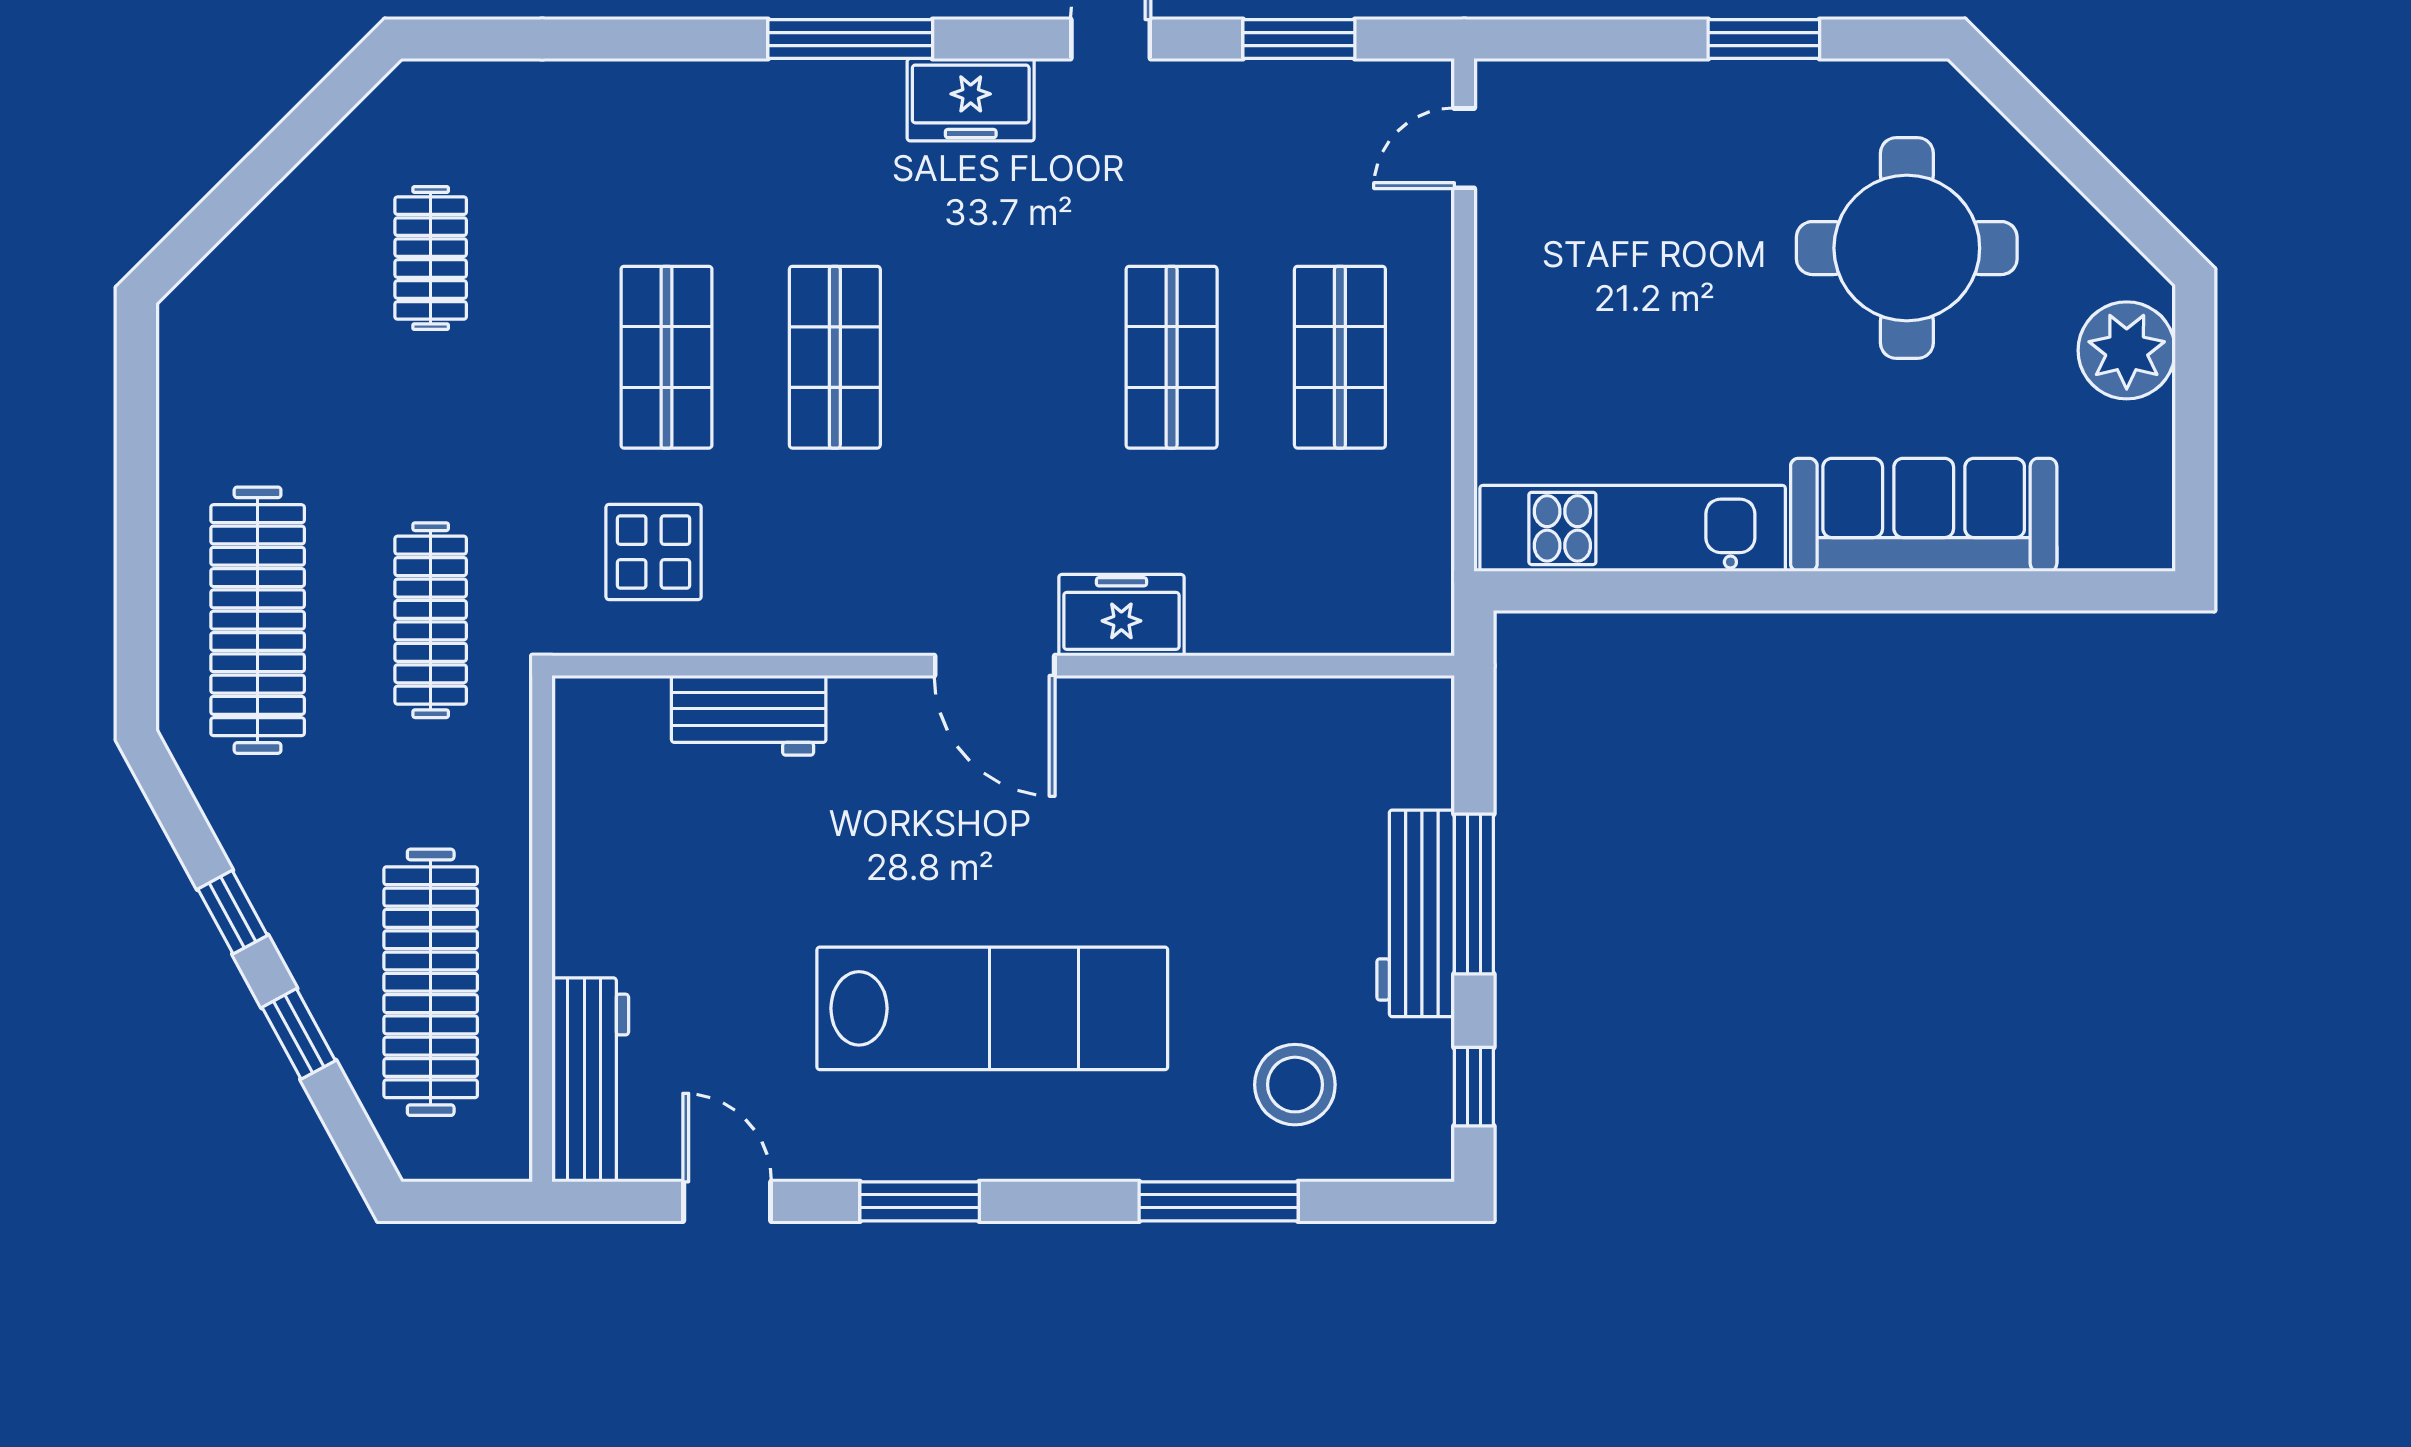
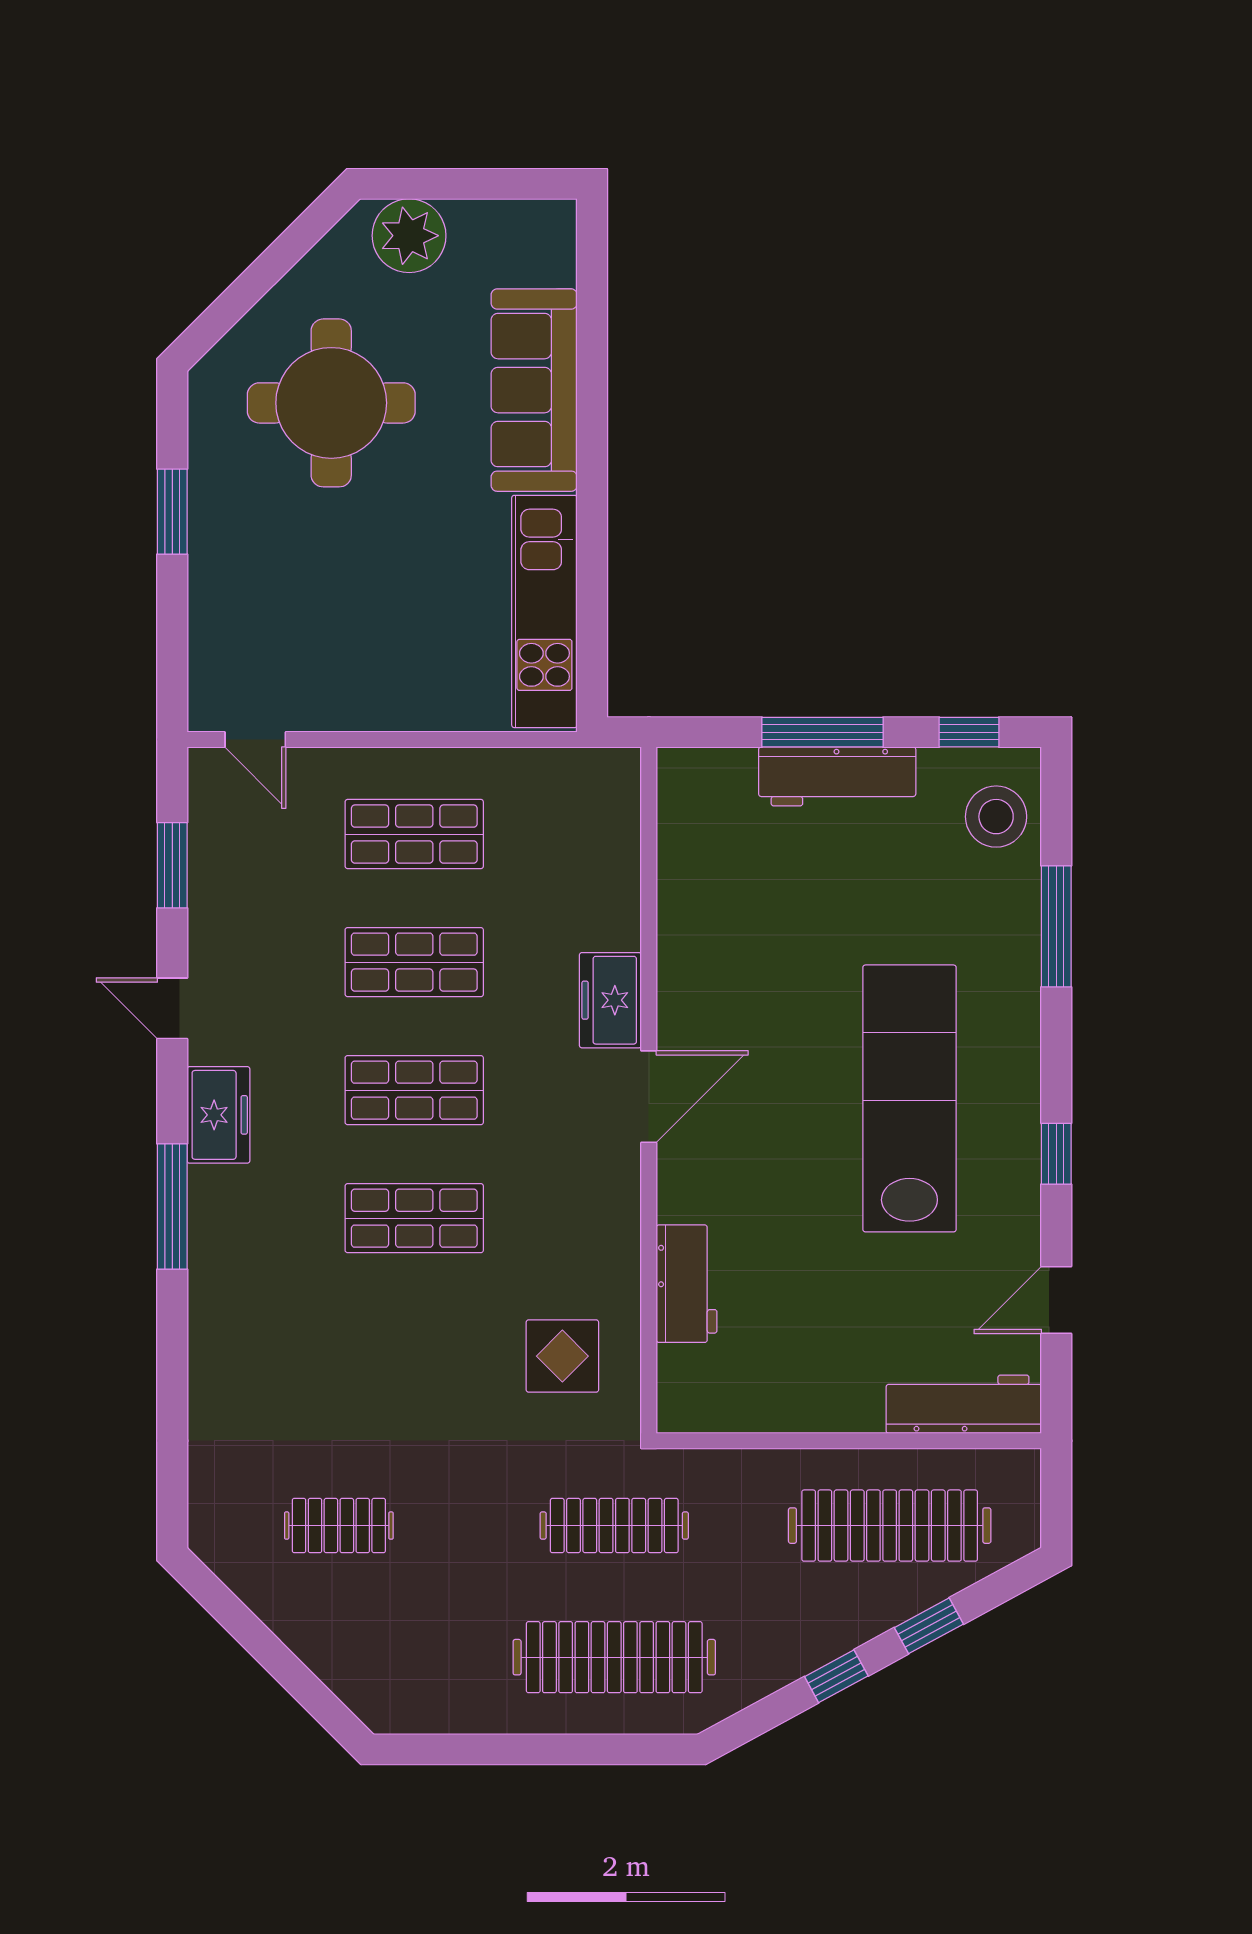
shop shelf: (666, 357) -> (414, 1090), moved
stool: (1295, 1085) -> (996, 817), moved
window: (920, 1201) -> (1056, 1154), width x0.67

